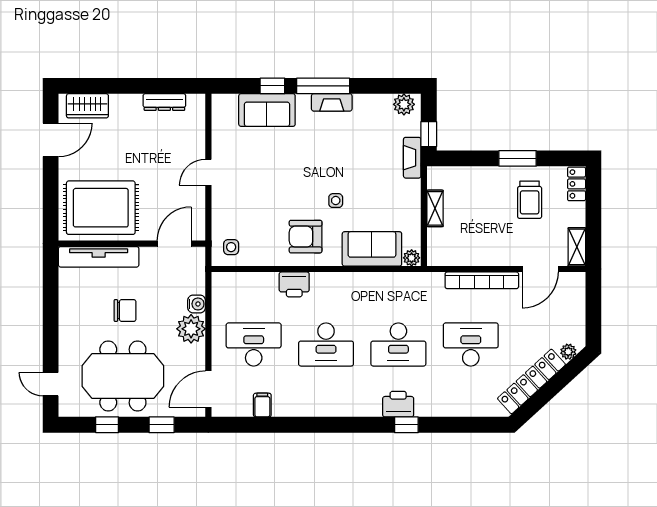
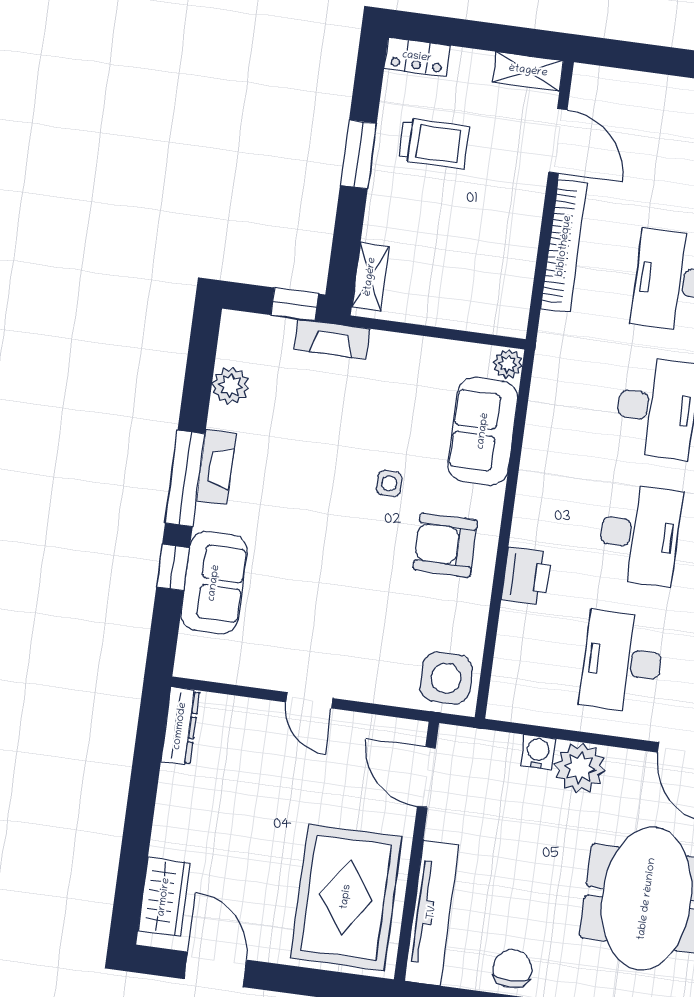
dresser: (164, 102) -> (180, 726), moved
plant: (404, 104) -> (231, 386), moved
shelving: (435, 208) -> (370, 277), moved, turned 90
armchair: (306, 237) -> (445, 545), turned 90
side table: (231, 247) -> (446, 678), width x1.87, depth x1.87
chair: (125, 311) -> (512, 969), moved

